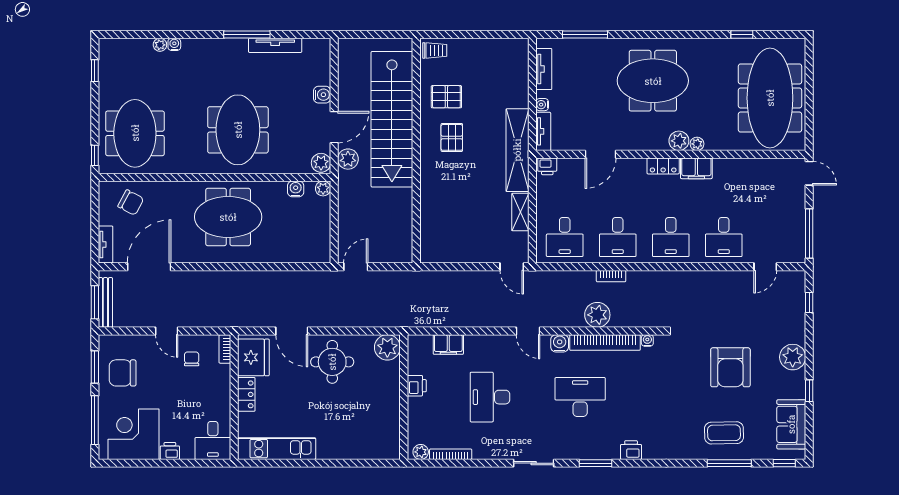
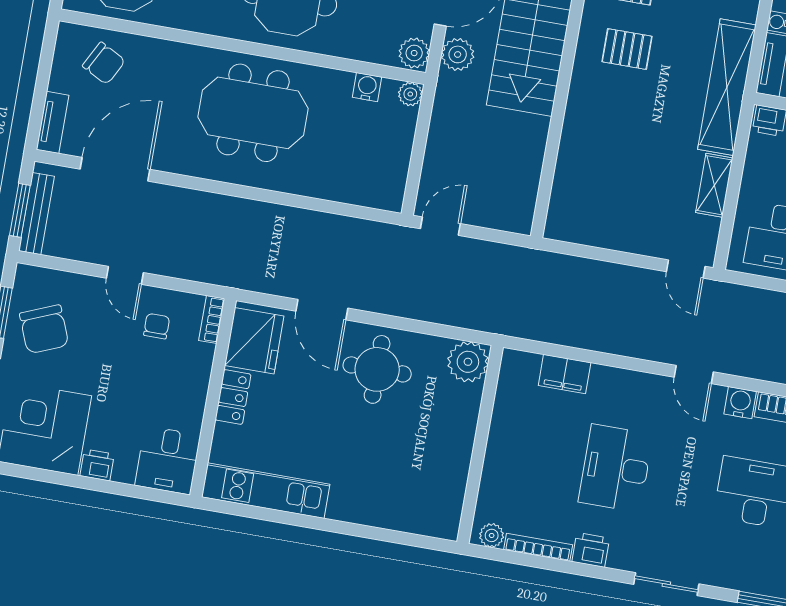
pallet: (452, 137) -> (627, 49), turned 90
chair: (123, 373) -> (44, 329), turned -112
printer: (417, 386) -> (591, 550), moved, turned -90

